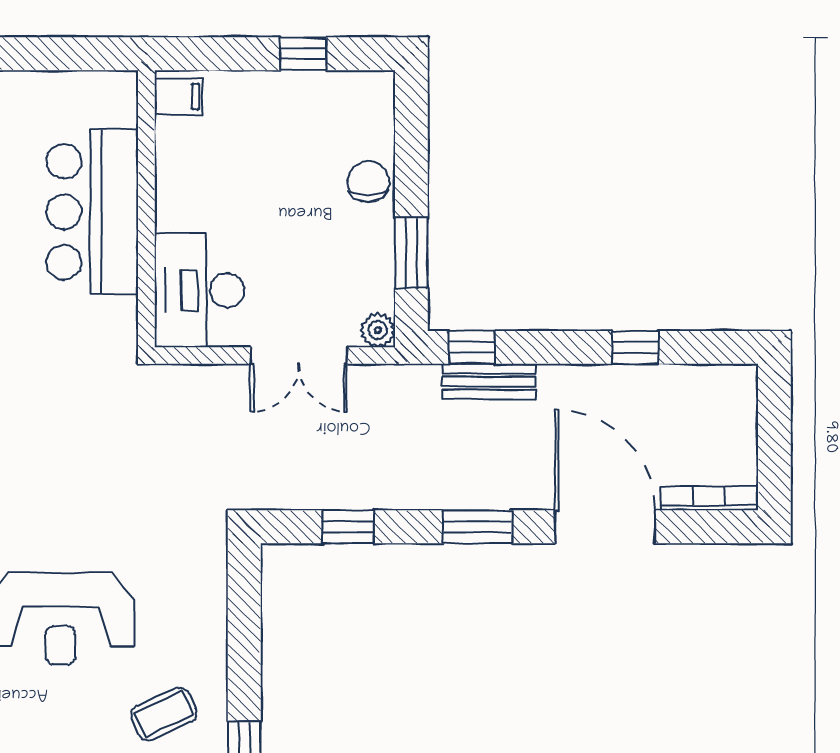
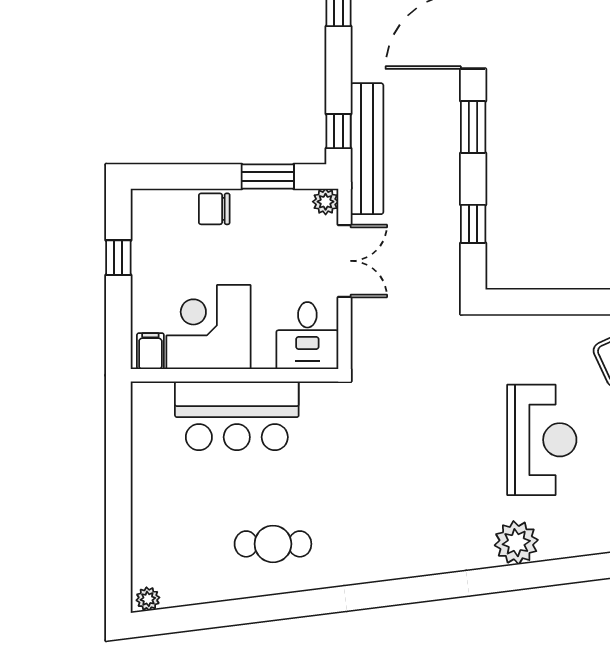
corner desk: (211, 174) -> (209, 327), added
desk: (199, 290) -> (307, 336), width x0.73
bench: (489, 382) -> (367, 149), width x1.86, depth x1.21

